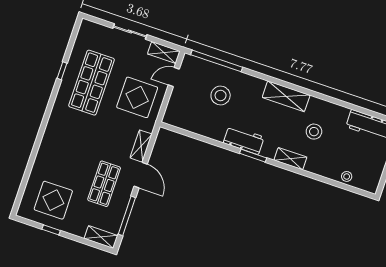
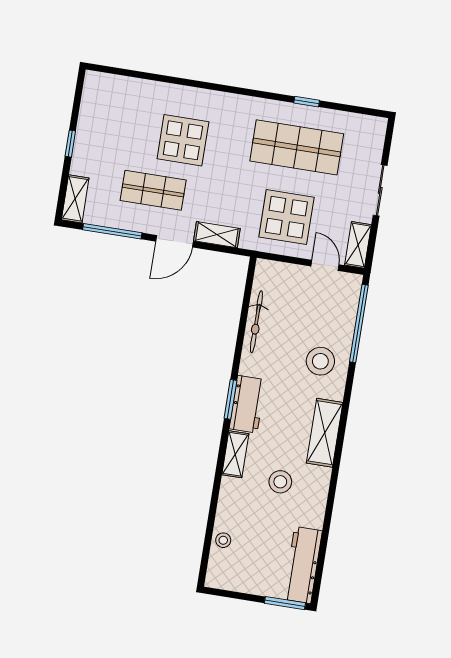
stool: (221, 96) -> (320, 361), moved
bicycle: (204, 129) -> (256, 322), added
workbench: (244, 140) -> (247, 404), moved
display table: (53, 200) -> (183, 140), moved
window: (51, 230) -> (70, 144), moved

